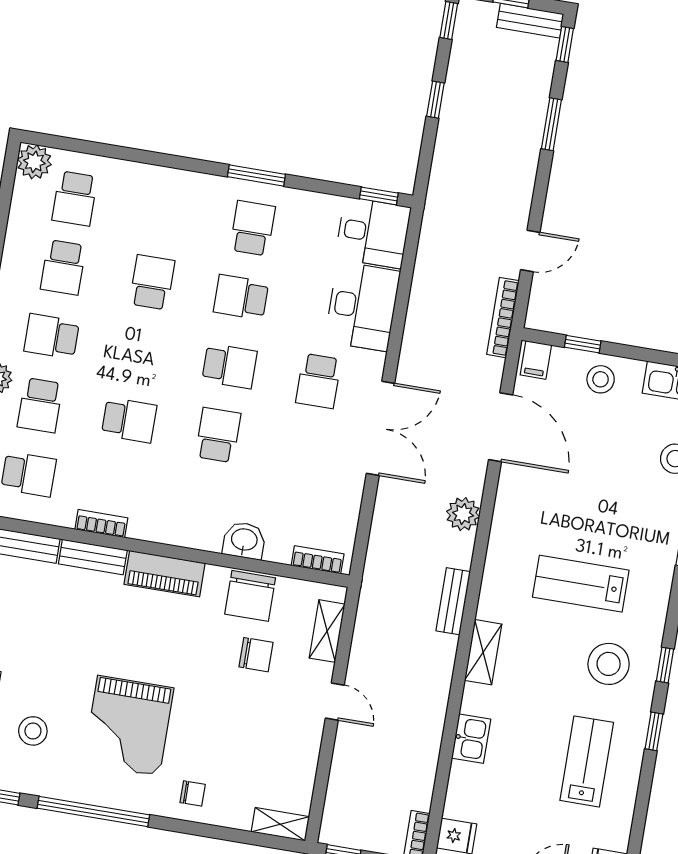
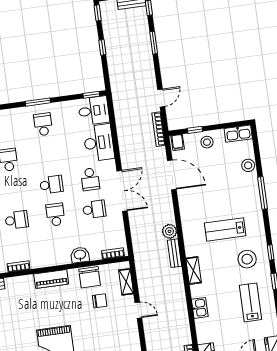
school desk: (241, 297) -> (94, 209), moved, turned 180
plant: (463, 514) -> (169, 231), moved
bench: (93, 557) -> (19, 281), removed

